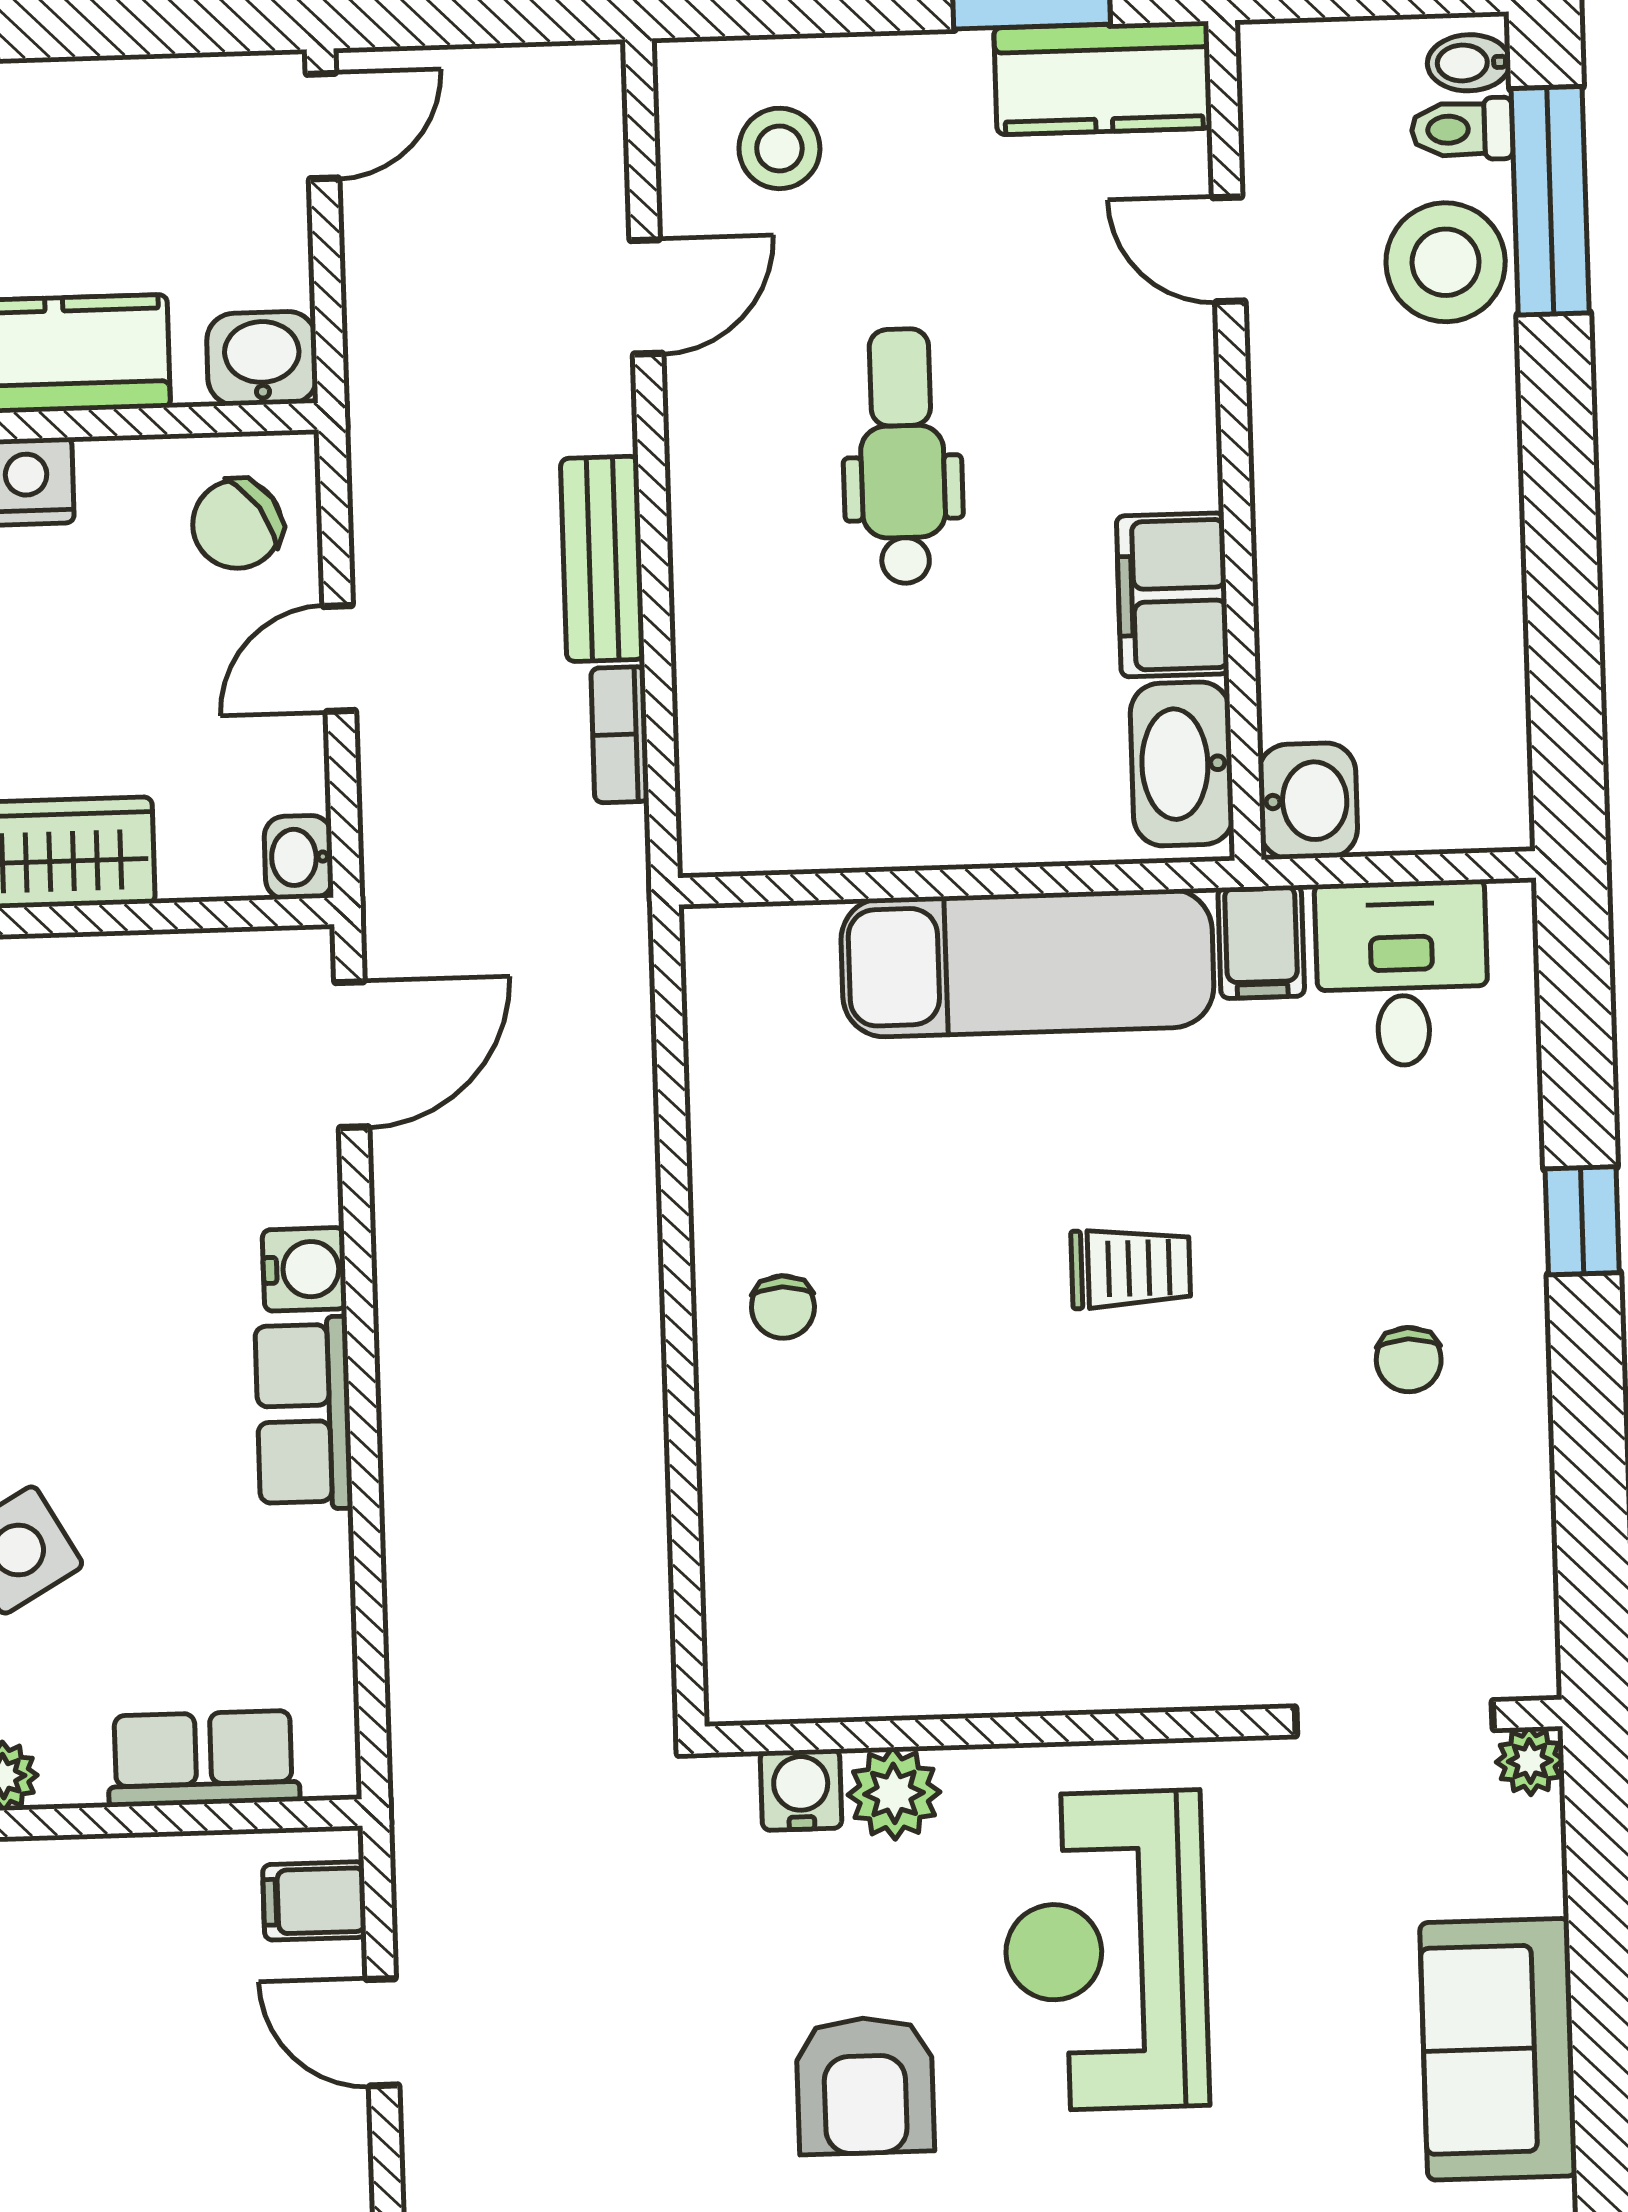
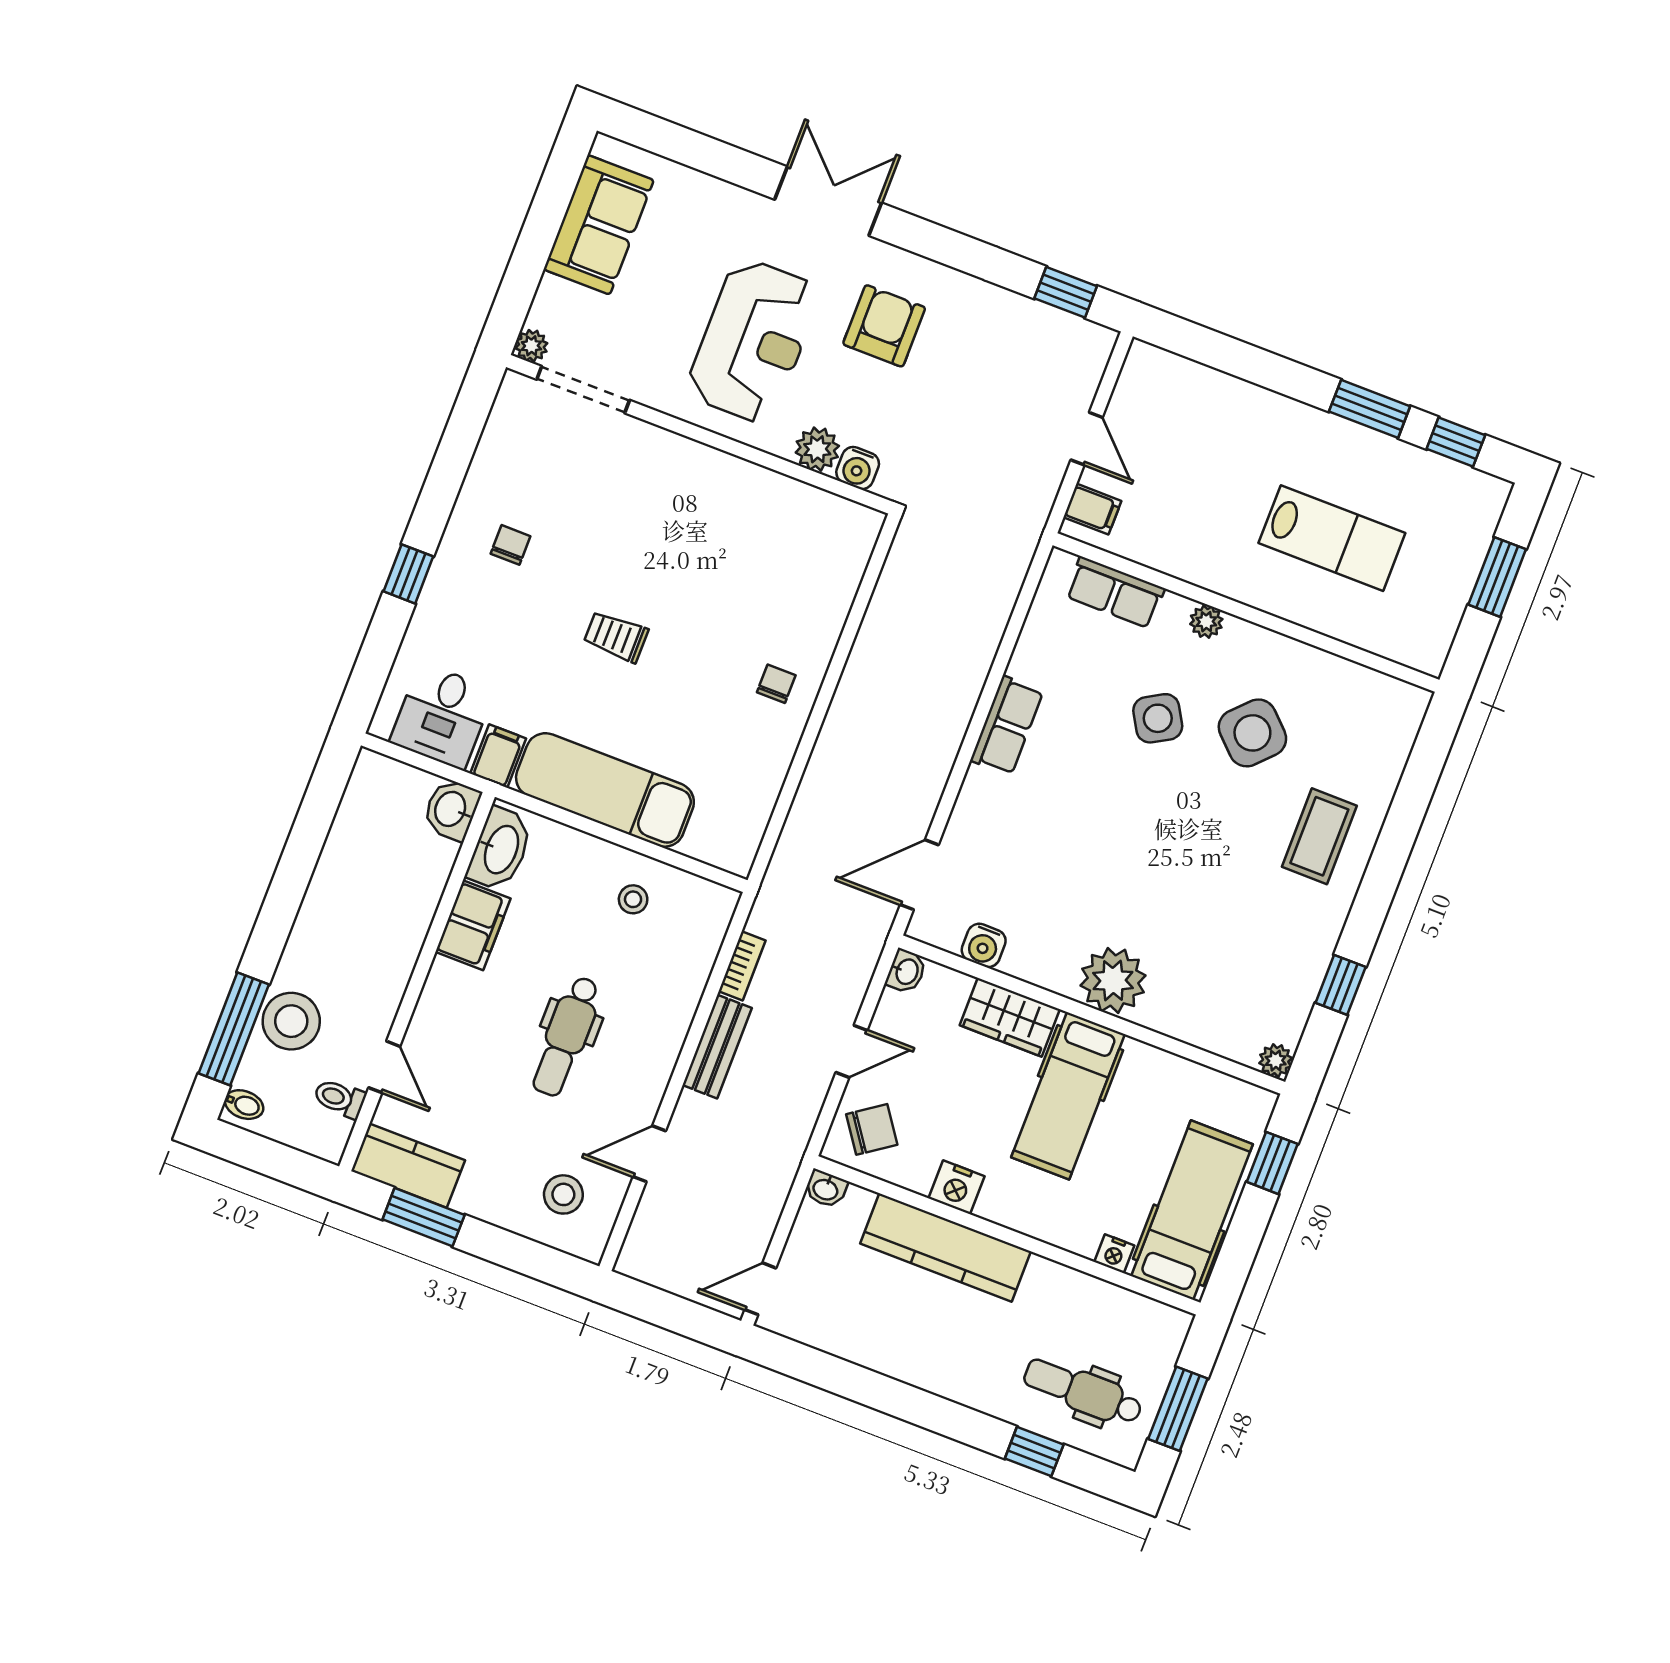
toilet: (1462, 129) -> (340, 1098), moved, turned 180
washbasin: (262, 358) -> (826, 1189), width x0.72, depth x0.69
stool: (884, 775) -> (633, 899), added
water cooler: (304, 1269) -> (984, 945), moved, turned -90

